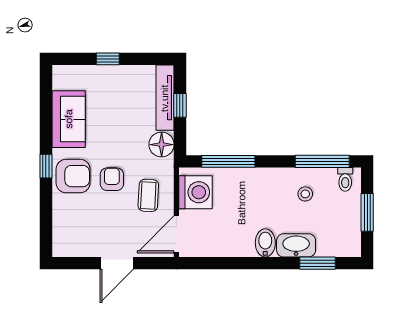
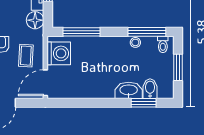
stool: (305, 194) -> (135, 42), moved
bidet: (265, 243) -> (150, 89), moved

